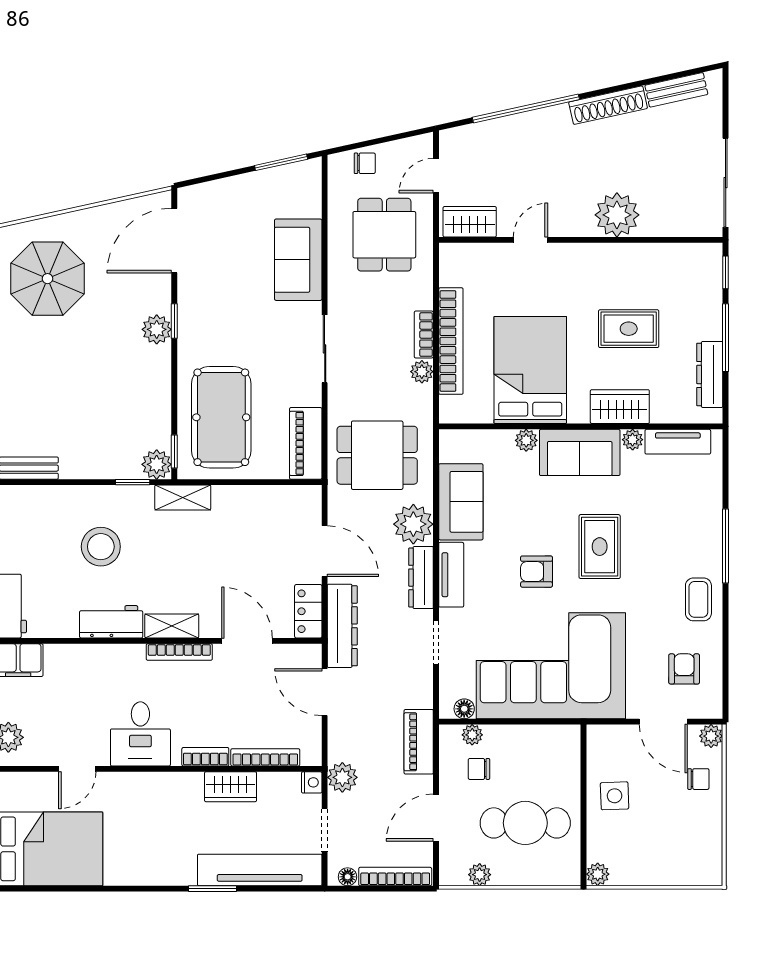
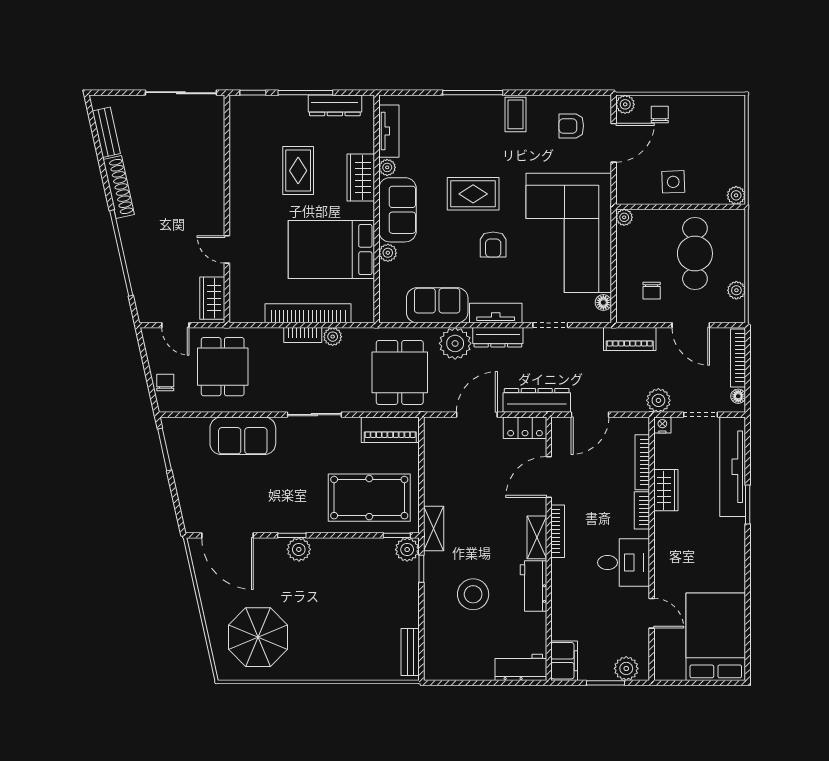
plant: (617, 215) -> (207, 180), removed
dining table: (384, 235) -> (223, 367), turned 90
coffee table: (698, 599) -> (515, 114), turned 90
plant: (472, 735) -> (624, 217), moved

